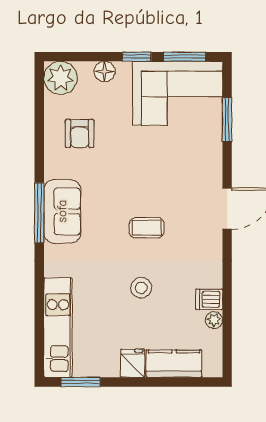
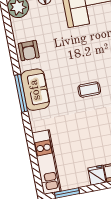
armchair: (80, 133) -> (29, 51), moved
stool: (141, 288) -> (93, 127), removed

